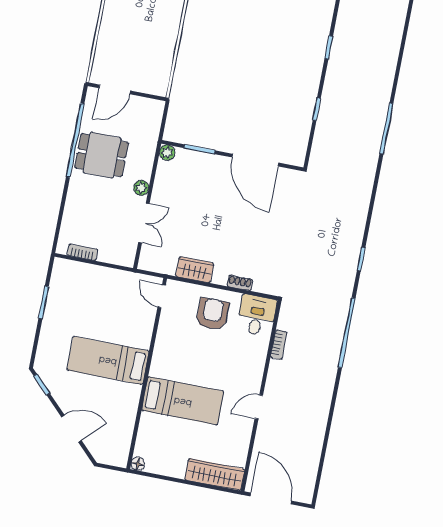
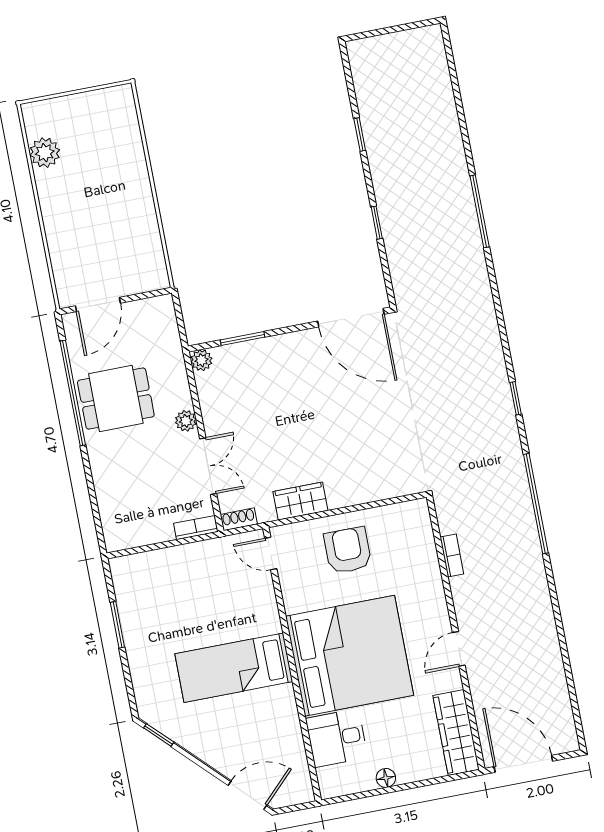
door: (255, 160) -> (351, 318), moved
bookcase: (82, 252) -> (196, 528), moved
shoe rack: (240, 283) -> (239, 519), moved
desk: (257, 315) -> (337, 738), moved, turned -90
bed: (183, 401) -> (350, 656), width x2.04
door: (71, 429) -> (248, 795), moved
floor lamp: (138, 464) -> (386, 778), moved
wardrobe: (215, 474) -> (456, 733), moved, turned -90

